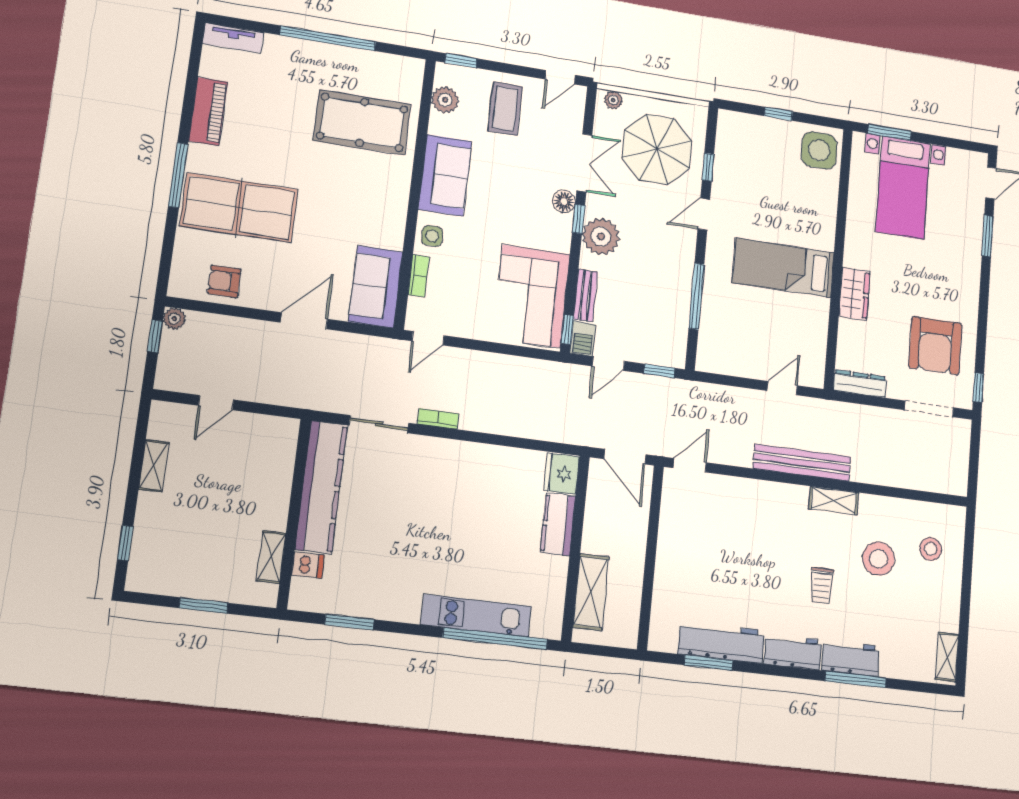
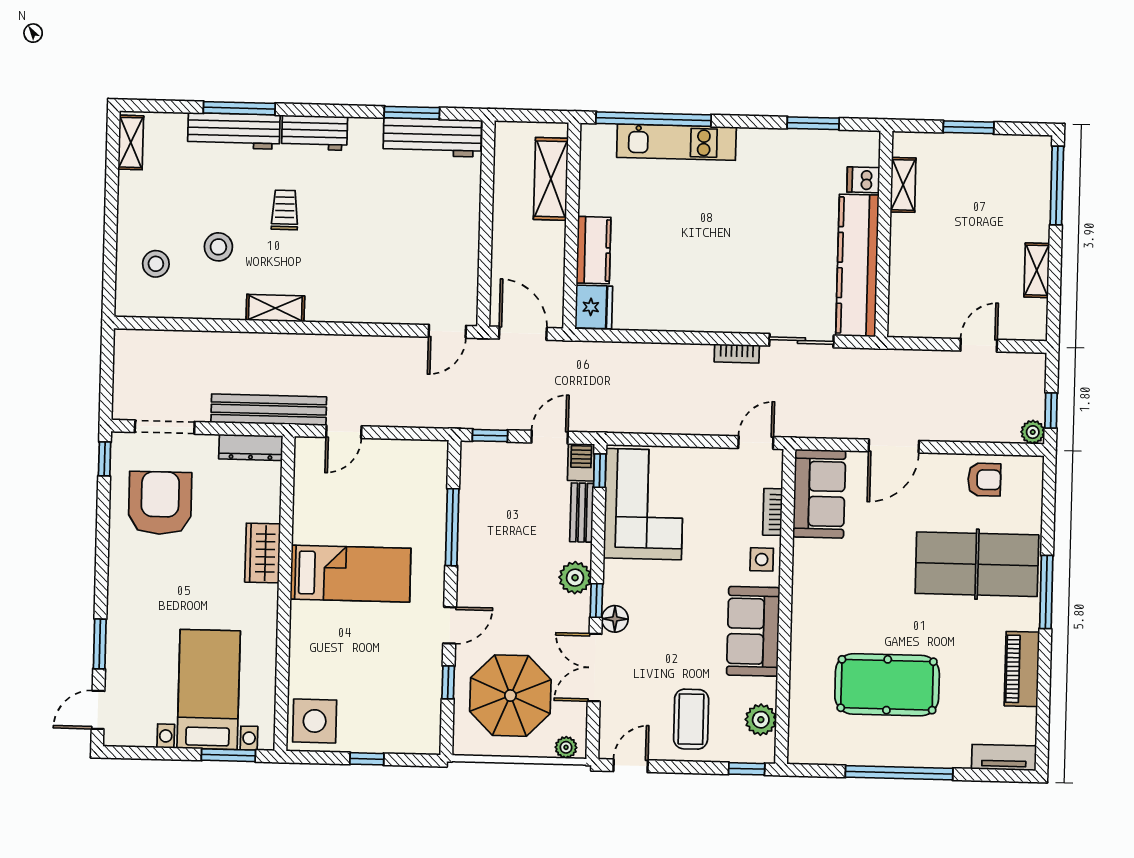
pool table: (362, 122) -> (887, 685), moved
plant: (601, 236) -> (575, 578), width x0.73, depth x0.73
bench: (802, 463) -> (269, 410), moved
window: (125, 543) -> (1057, 185), width x2.17
stool: (878, 559) -> (218, 247), width x0.73, depth x0.73
workbench: (721, 642) -> (432, 137), moved
workbench: (851, 658) -> (234, 131), width x1.38

